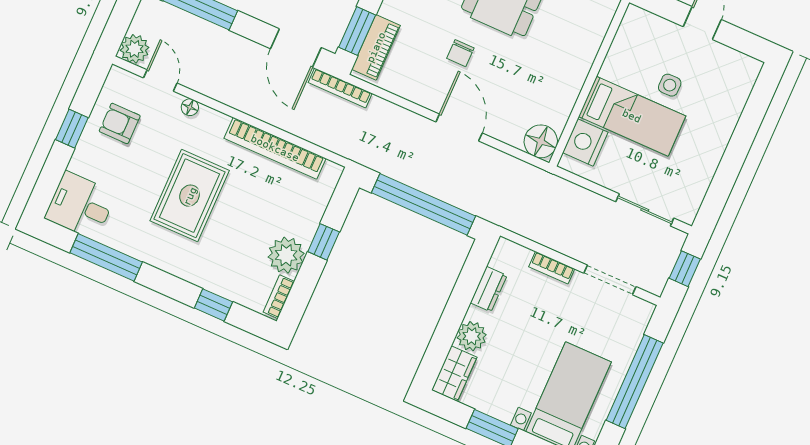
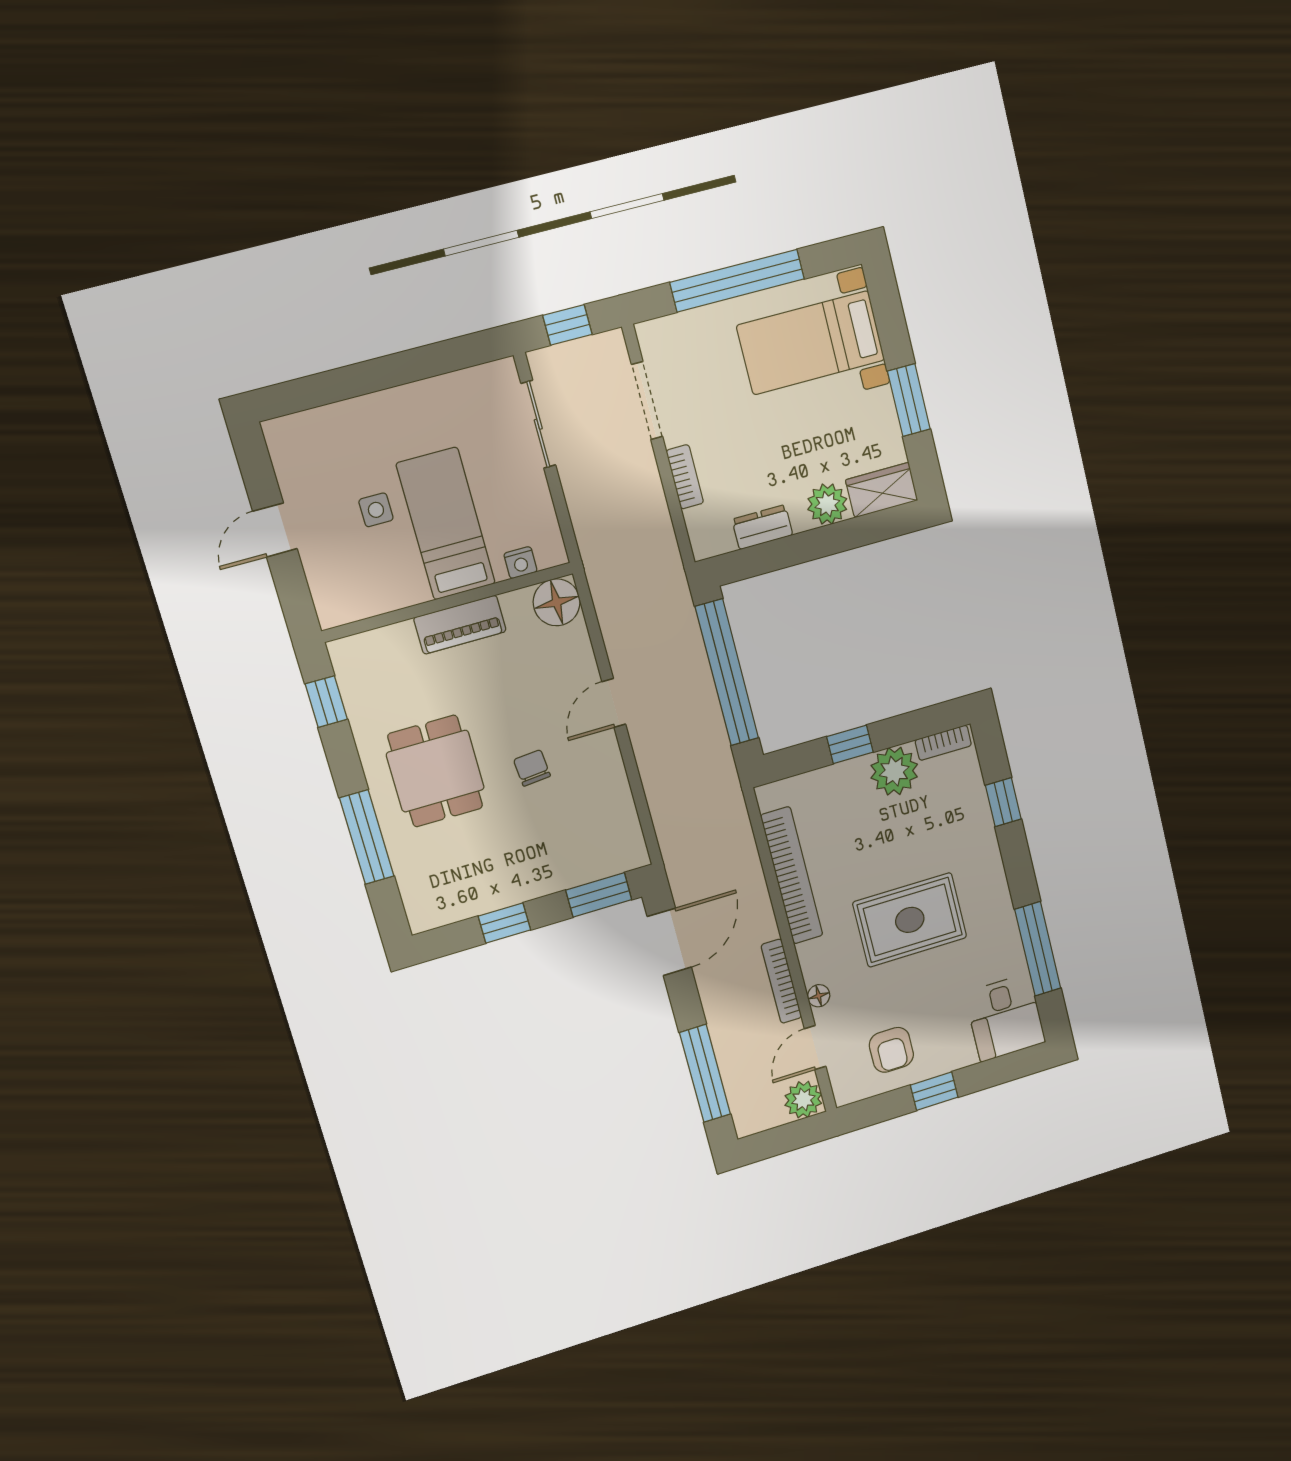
piano: (376, 47) -> (460, 625), moved, turned 180
chair: (460, 53) -> (532, 768), turned -95
bookcase: (340, 88) -> (781, 981), moved, turned 180
door: (459, 128) -> (614, 703), width x0.73
nightstand: (585, 142) -> (520, 563), width x0.53, depth x0.56

